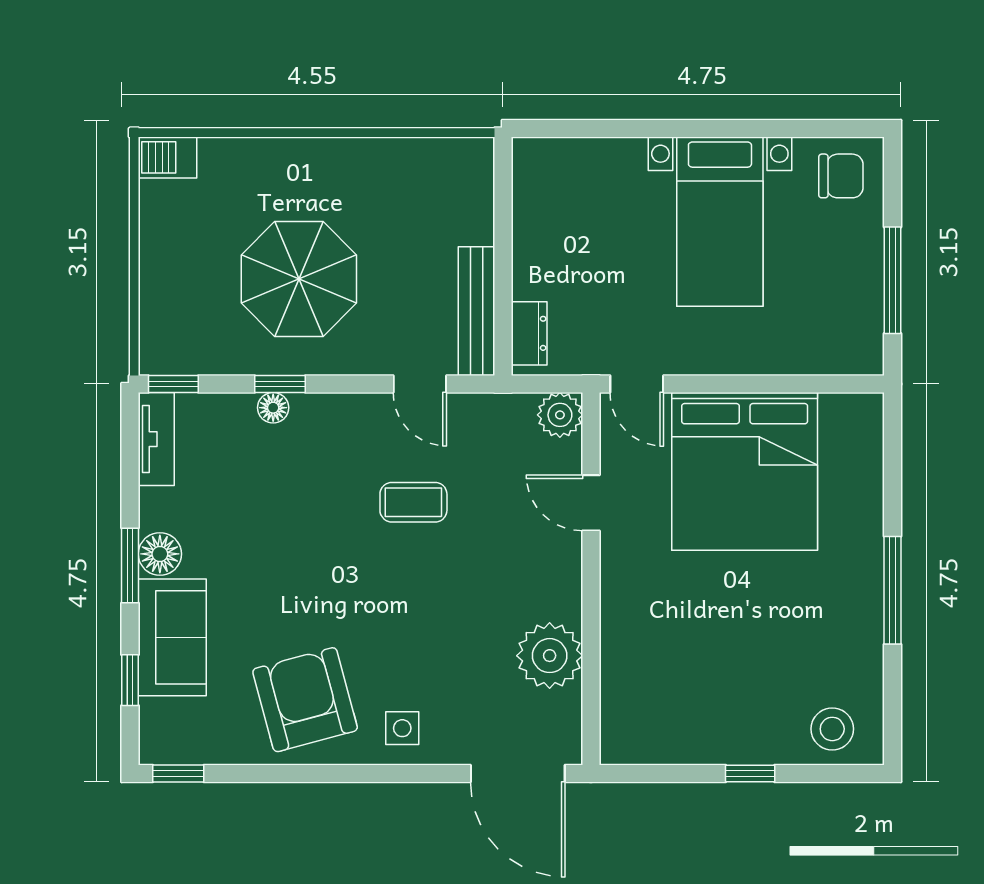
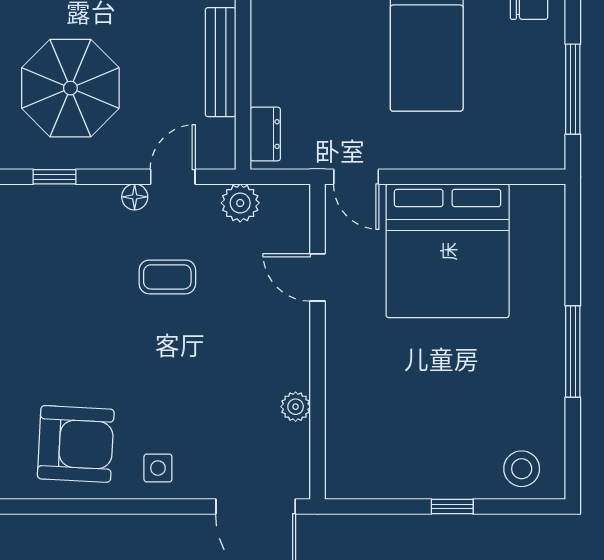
bench: (476, 311) -> (221, 62), moved
door: (420, 384) -> (173, 177), swing flipped
floor lamp: (273, 408) -> (135, 197), moved
plant: (560, 415) -> (240, 203), moved
plant: (550, 656) -> (296, 407), width x0.53, depth x0.53
armchair: (305, 700) -> (76, 444), turned 108

